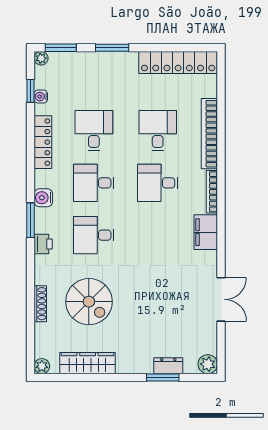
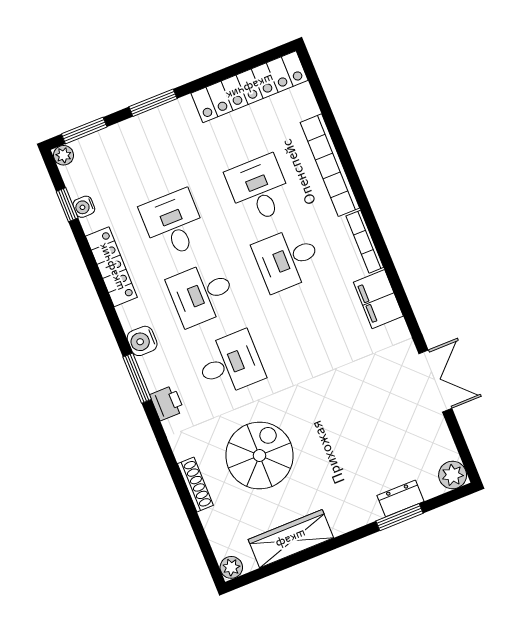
desk: (94, 235) -> (230, 364), turned 180
spiral stairs: (89, 302) -> (260, 455), turned -90

